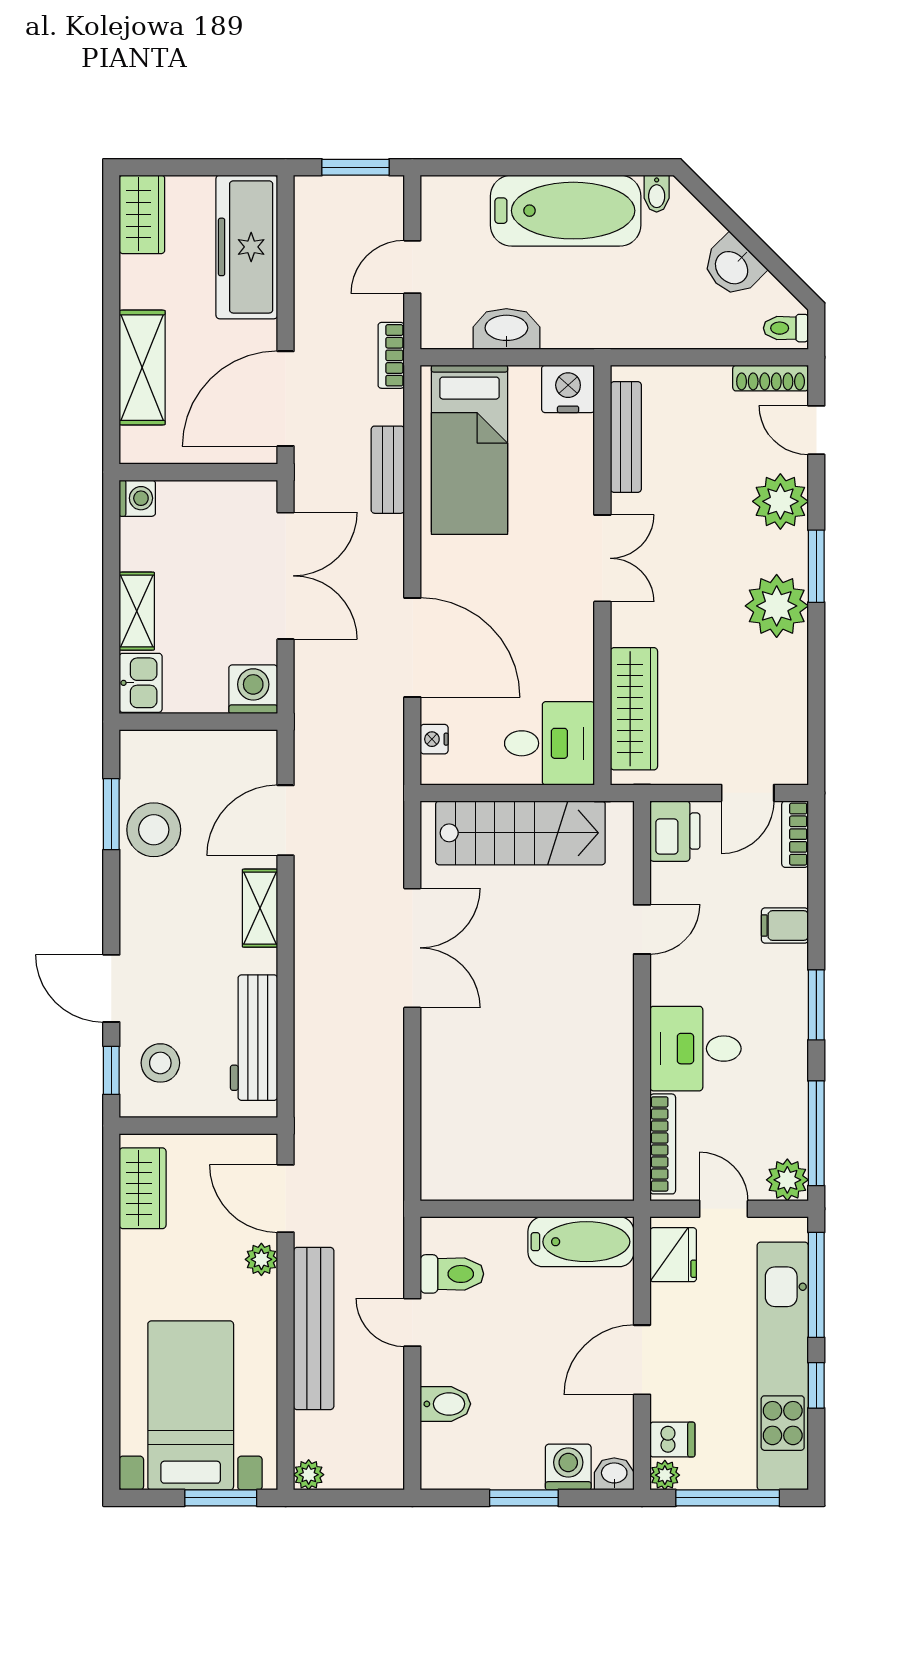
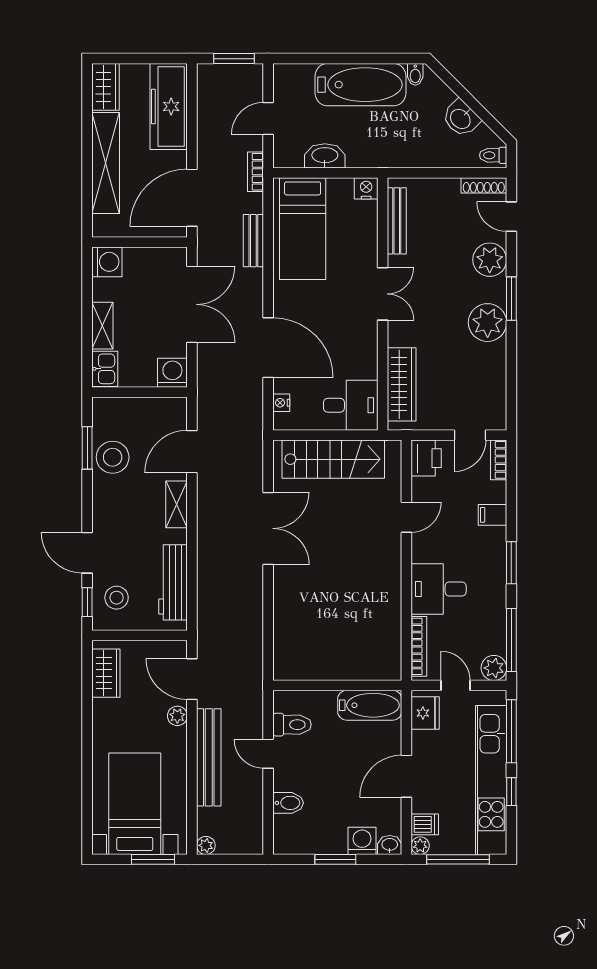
shelving: (142, 368) -> (106, 163), width x1.47
nightstand: (568, 389) -> (366, 188), width x0.74, depth x0.75
washing machine: (137, 498) -> (107, 262), width x1.38, depth x1.38

